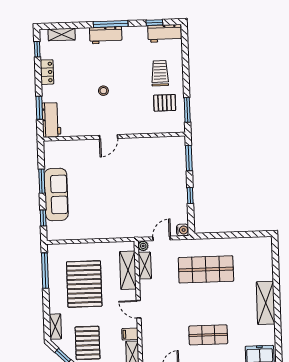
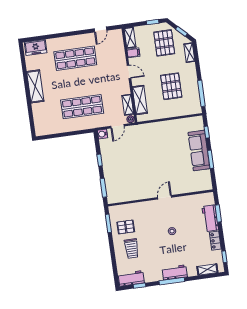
workbench: (51, 120) -> (210, 218), moved
pallet: (84, 284) -> (171, 86), width x0.73, depth x0.71
shop shelf: (208, 335) -> (75, 58), width x1.43, depth x1.36

